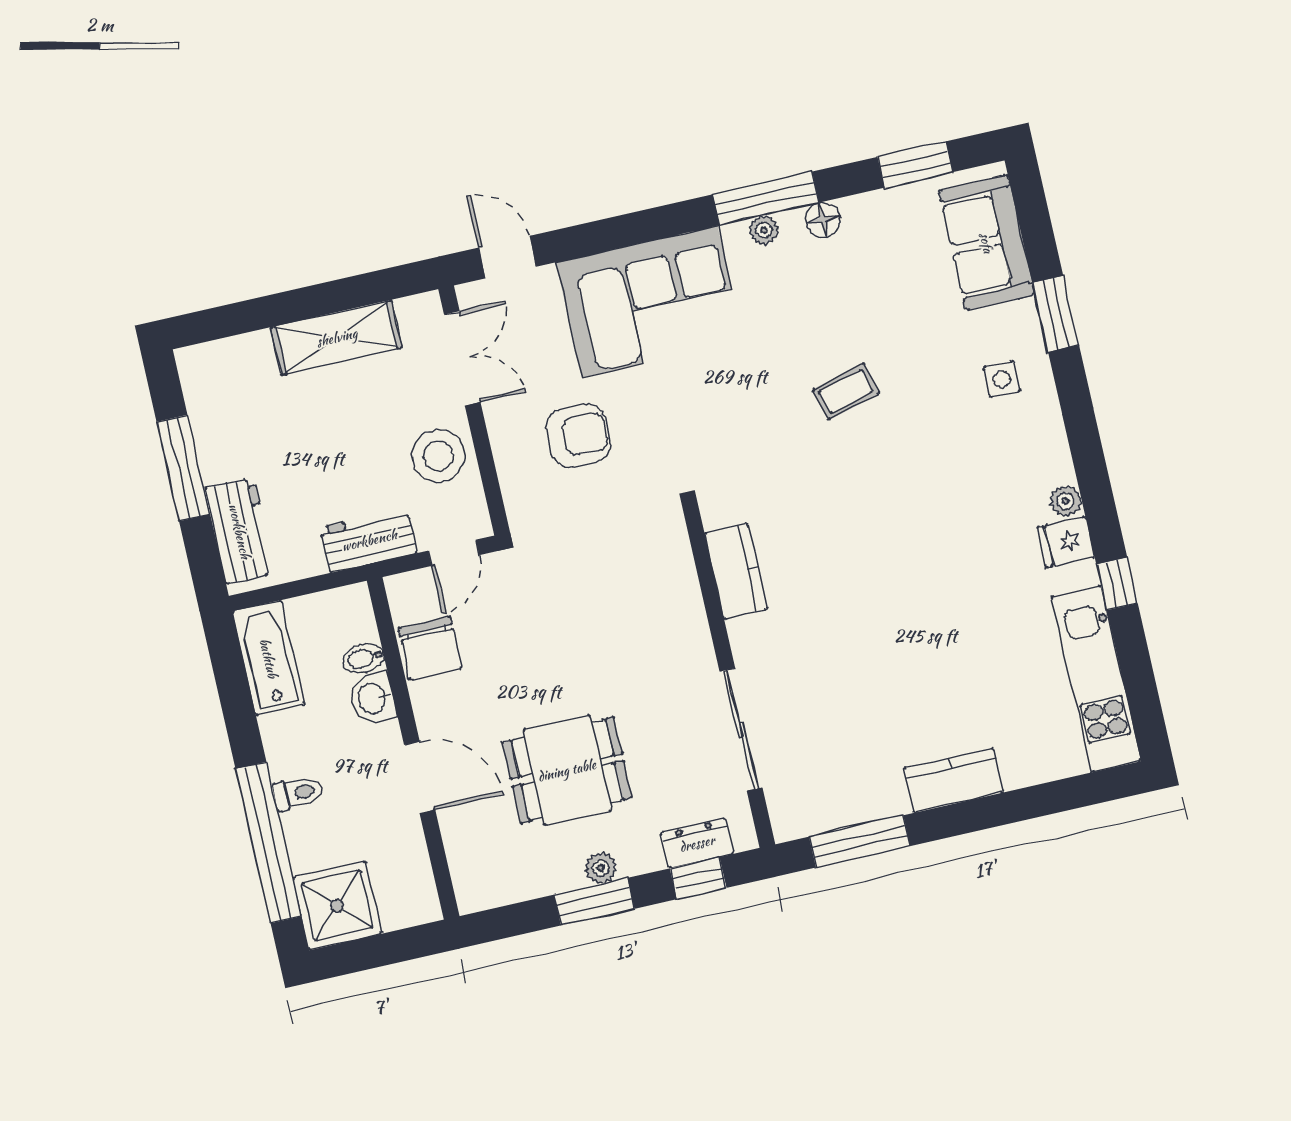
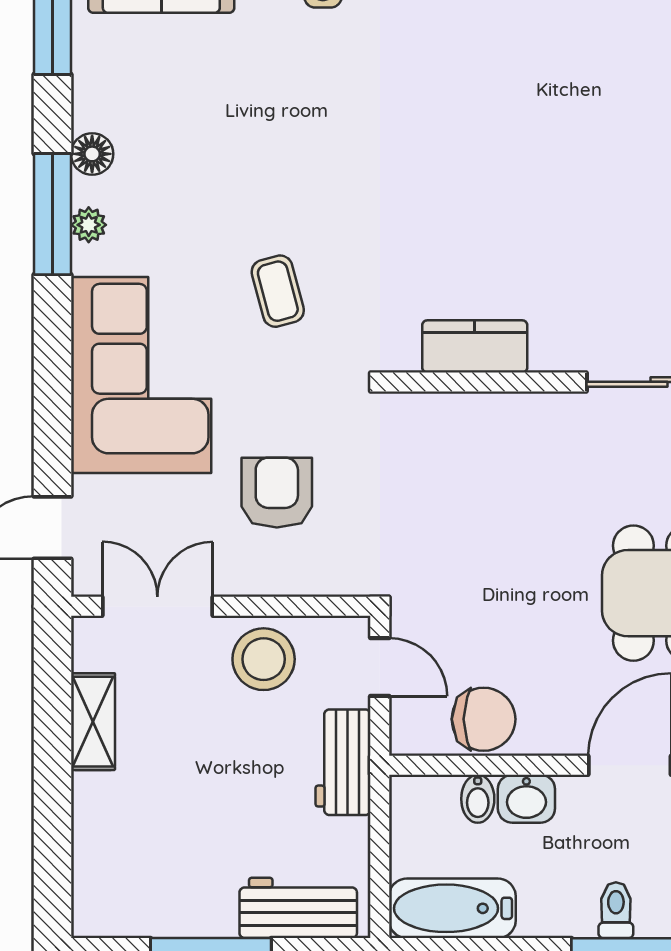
shelving: (337, 337) -> (93, 722), width x0.67, depth x0.75
coffee table: (846, 392) -> (278, 291), moved

